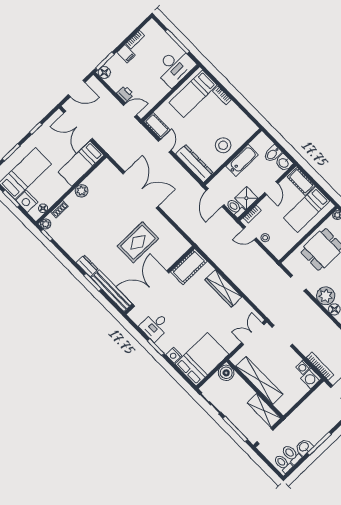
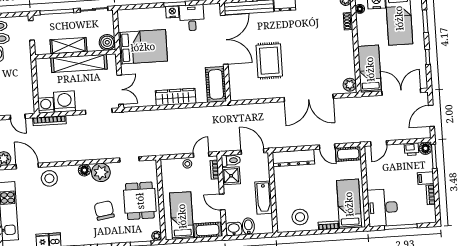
printer: (125, 94) -> (411, 149), moved
stool: (223, 145) -> (300, 217), moved
plant: (82, 191) -> (350, 85), moved
nightstand: (174, 355) -> (172, 12), moved
bed: (202, 359) -> (143, 47), moved, turned -90
washing machine: (303, 367) -> (64, 102), width x1.89, depth x1.89
shelving: (264, 410) -> (68, 46), moved

